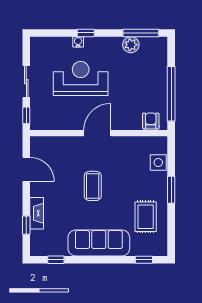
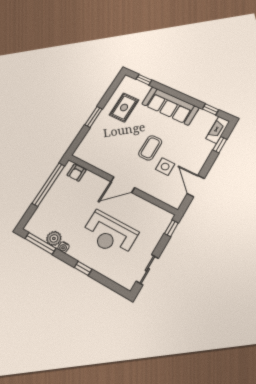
water cooler: (78, 42) -> (63, 247), moved
sliding door: (26, 82) -> (147, 270), moved
side table: (158, 162) -> (165, 167), moved
fireplace: (37, 213) -> (218, 130), moved

